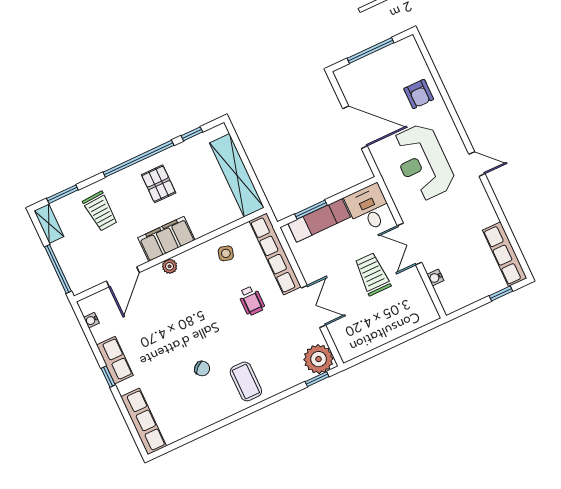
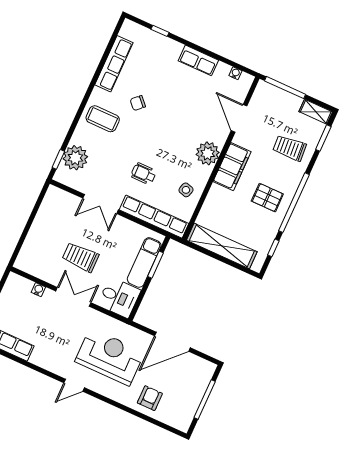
armchair: (419, 94) -> (150, 398), turned 90
plant: (170, 266) -> (208, 153), width x1.88, depth x1.88
trolley: (372, 274) -> (80, 257), turned 180
plant: (319, 359) -> (75, 158), moved
window: (108, 377) -> (160, 31), moved
row of seats: (144, 421) -> (114, 64), moved, turned -90

